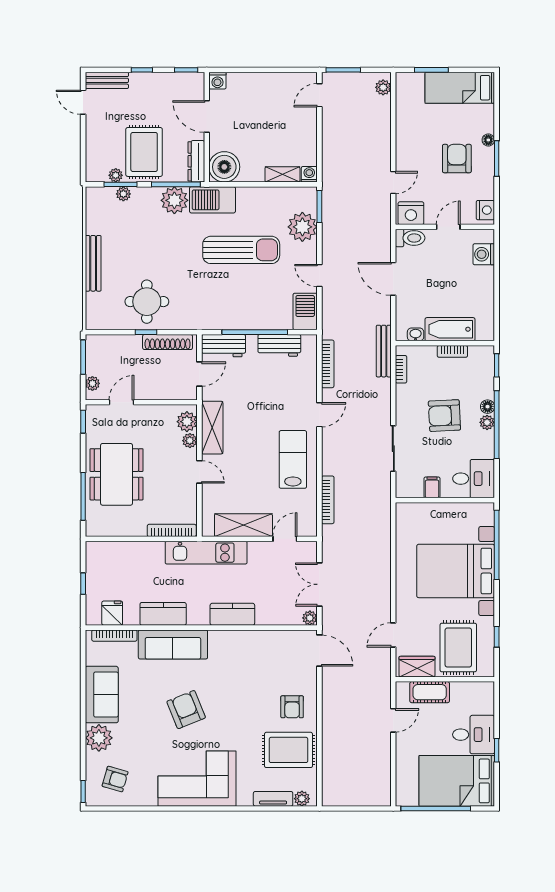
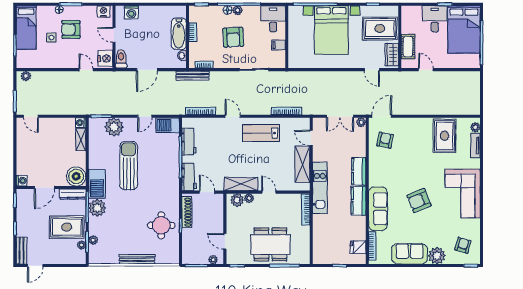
side table: (444, 128) -> (51, 38), added
door: (199, 472) -> (269, 192), hinge flipped
kitchen counter: (163, 614) -> (359, 201), moved
armchair: (292, 707) -> (385, 140), moved, turned -79

